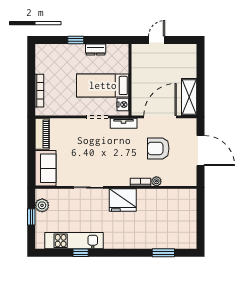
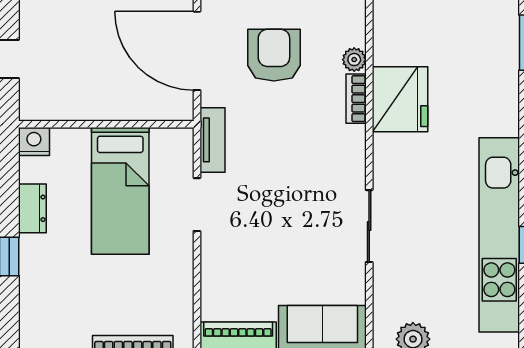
nightstand: (123, 105) -> (34, 141), moved
armchair: (158, 148) -> (274, 55), turned 180
fridge: (123, 200) -> (400, 99), moved
kitchen unit: (74, 241) -> (499, 235), width x1.36

